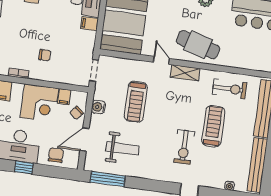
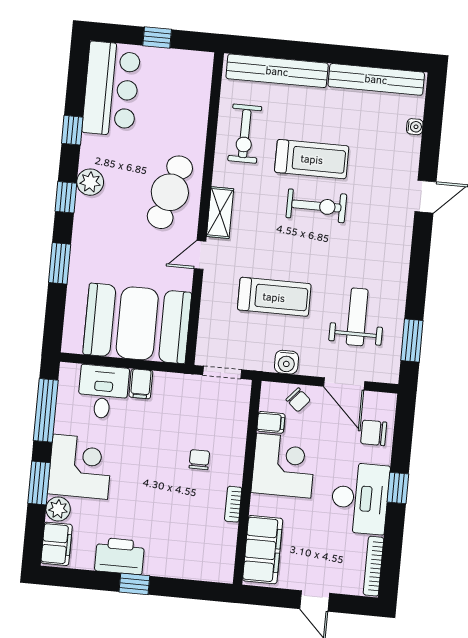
exercise bike: (230, 89) -> (245, 134), turned 180
treadmill: (213, 126) -> (312, 159), turned 180
exercise bike: (184, 147) -> (316, 206), moved
window: (108, 179) -> (412, 340), width x0.69

